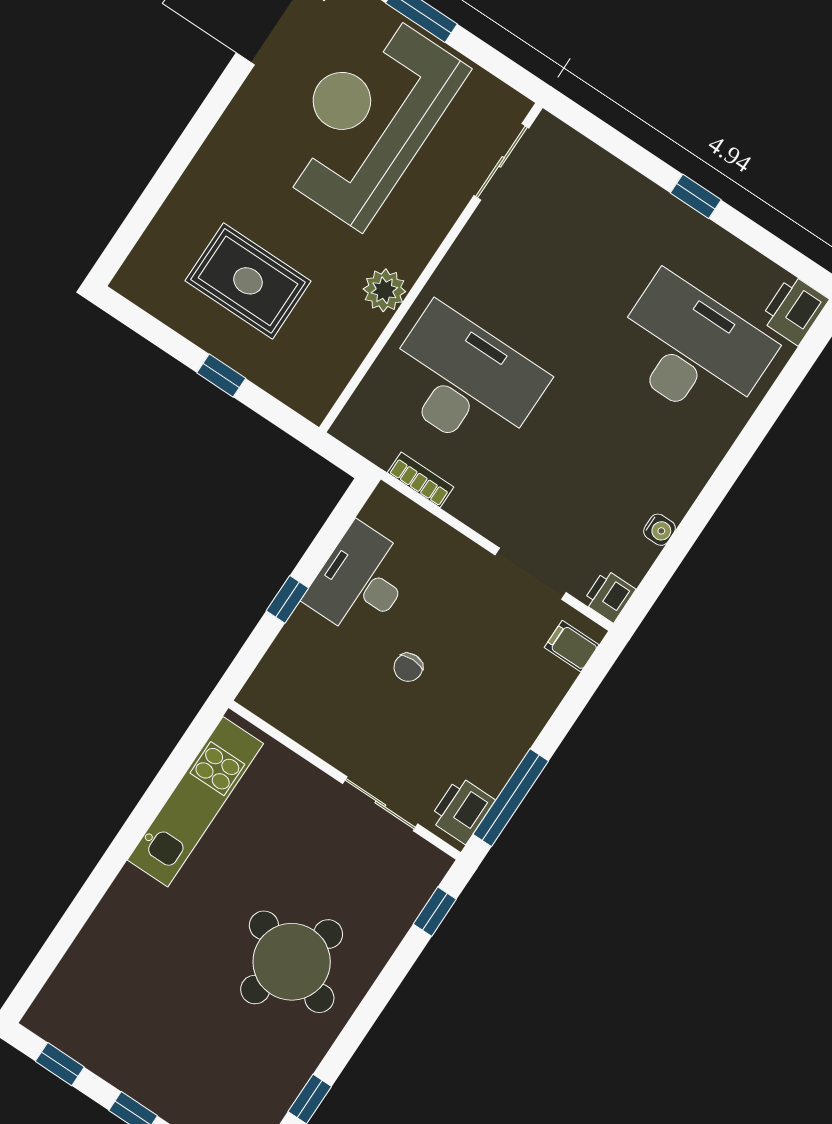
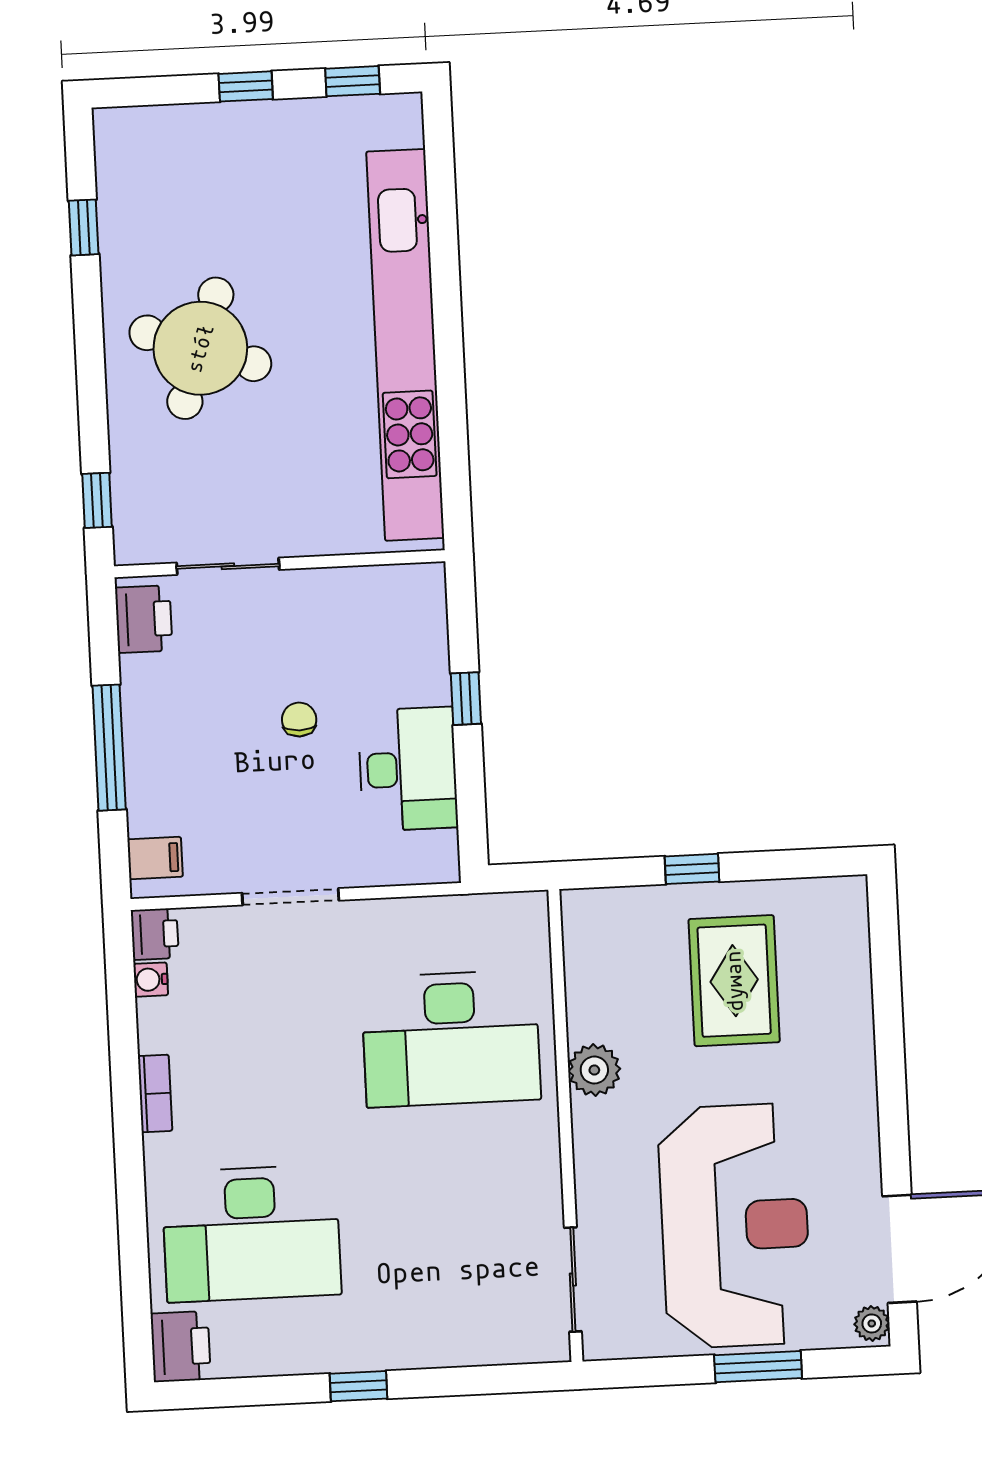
rug: (248, 281) -> (734, 981), turned 90
bookcase: (421, 480) -> (155, 1093), moved, turned -90
water cooler: (659, 530) -> (151, 980), moved
doorway: (530, 574) -> (291, 897), moved
window: (511, 798) -> (109, 748), moved
kitchen unit: (195, 802) -> (405, 345), width x1.86

